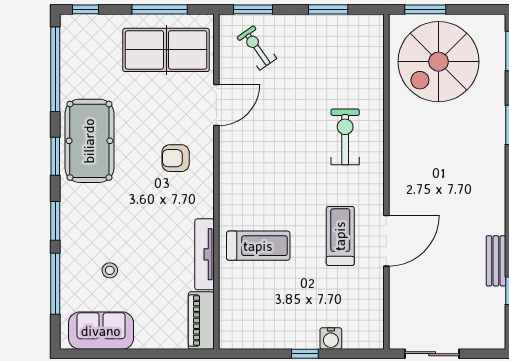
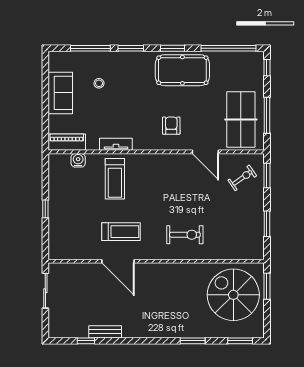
tv unit: (205, 254) -> (116, 144), width x0.71
sofa: (101, 331) -> (60, 93), moved
water cooler: (331, 338) -> (78, 160), moved, turned 90

